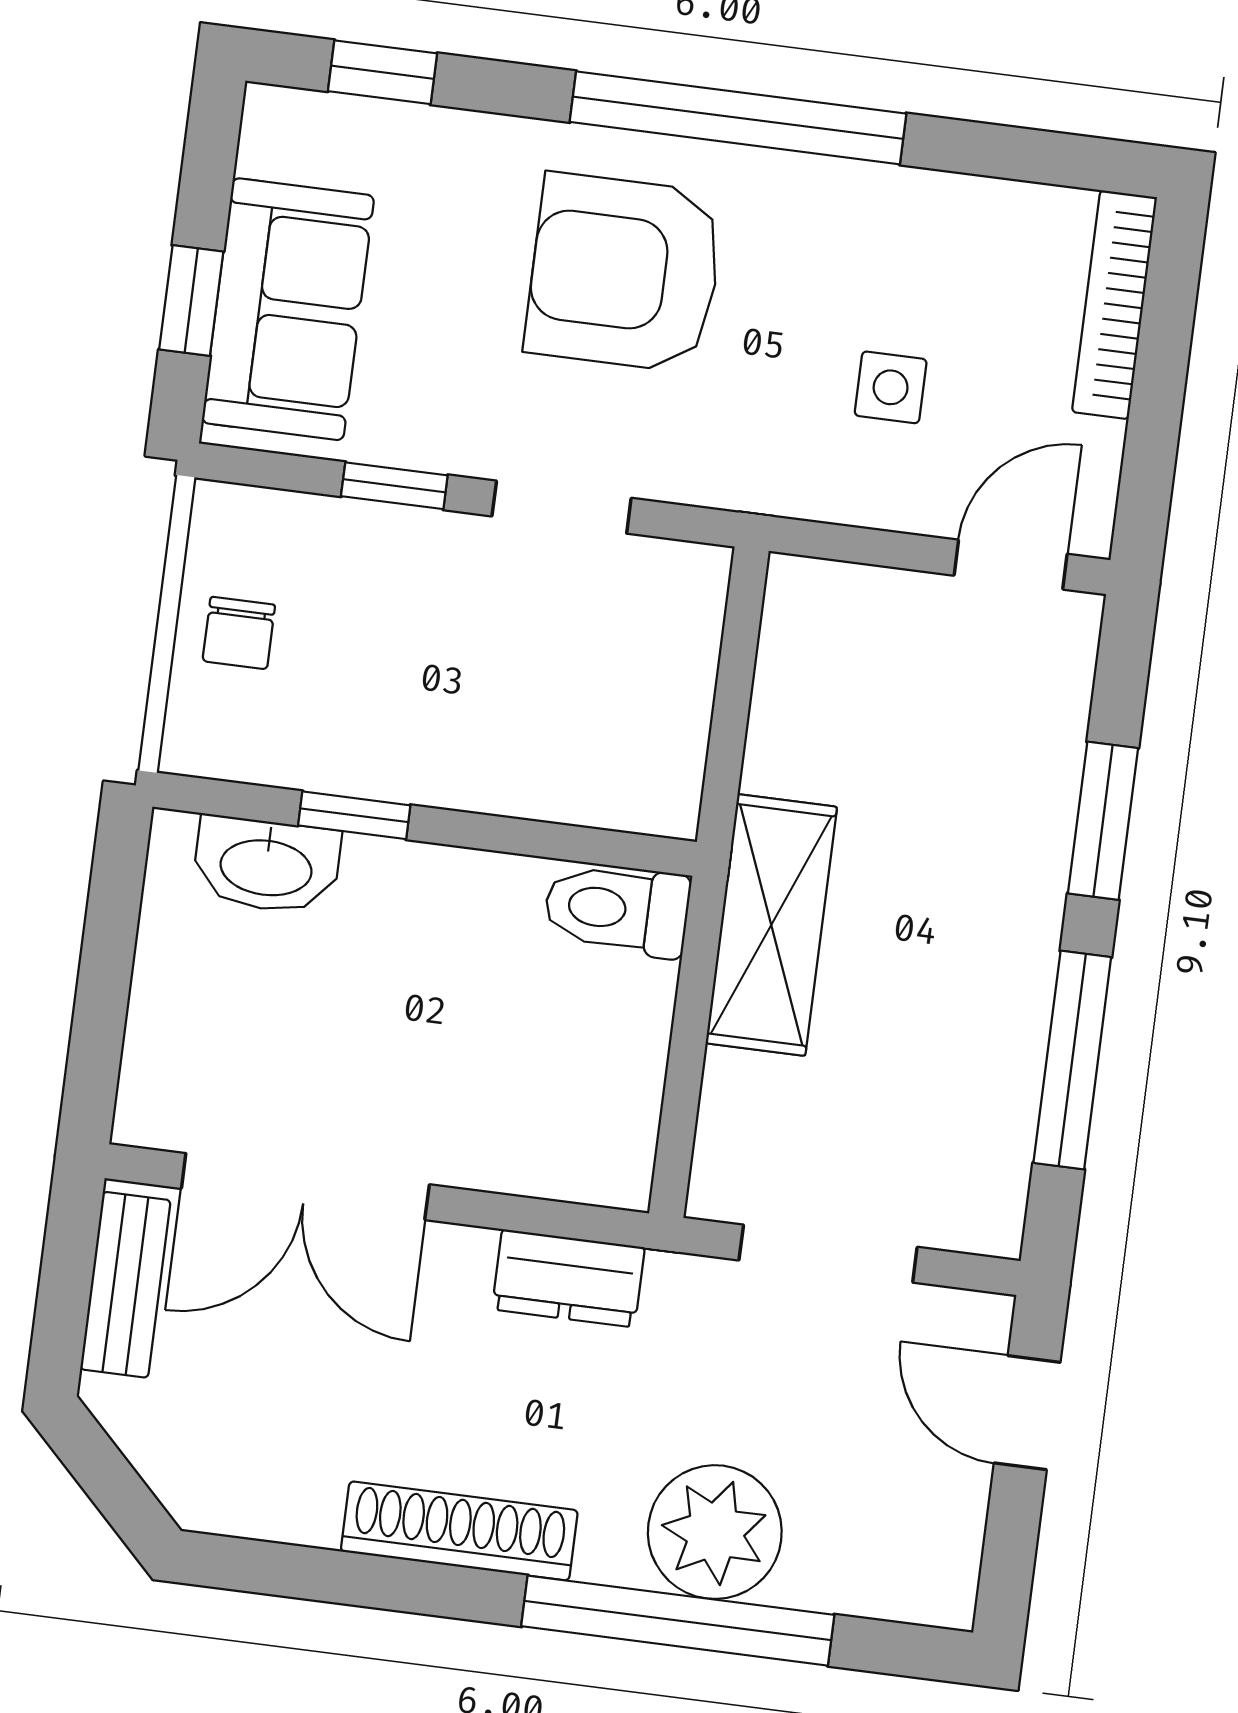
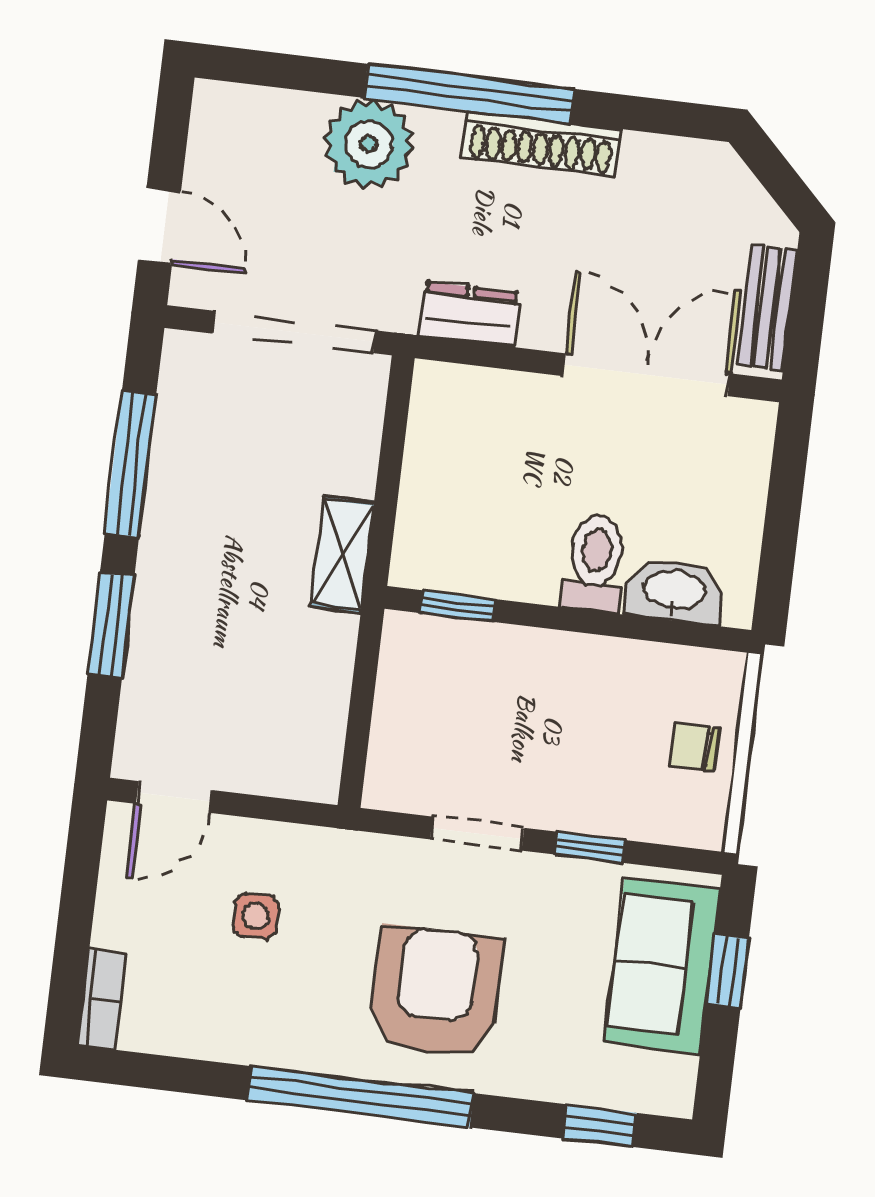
armchair: (625, 273) -> (436, 992), turned -90
bookcase: (1114, 305) -> (102, 1000), width x0.64
chair: (239, 633) -> (694, 747), turned -90
window: (354, 815) -> (458, 606), moved
toilet: (617, 909) -> (595, 563), moved, turned -90
shelving: (771, 925) -> (342, 554), width x0.67, depth x0.75
doorway: (828, 1254) -> (294, 332), width x1.36
window: (678, 1621) -> (469, 93), moved

